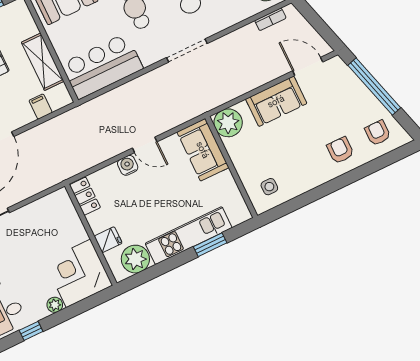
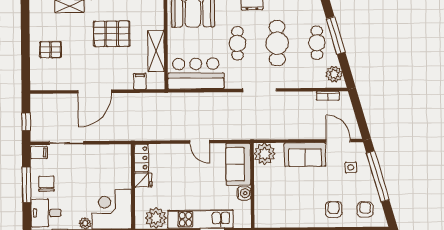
water cooler: (128, 165) -> (244, 193), moved, turned 90
side table: (269, 187) -> (351, 167), moved
fridge: (108, 240) -> (143, 180), moved

